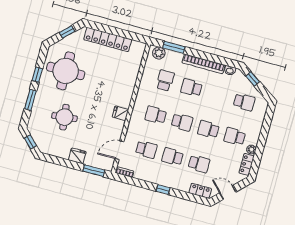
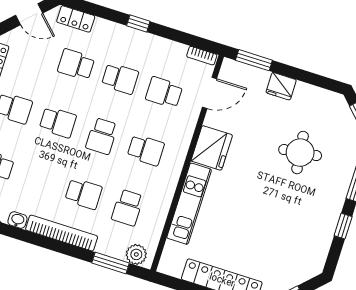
round table: (66, 71) -> (295, 231), removed
kitchen unit: (129, 84) -> (189, 204), added
fridge: (120, 113) -> (212, 148), width x1.88, depth x1.34
school desk: (182, 122) -> (102, 136), turned -90

